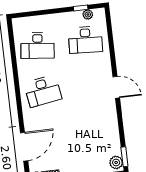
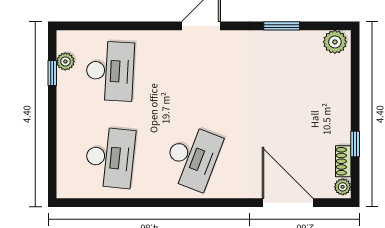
desk: (43, 91) -> (192, 158), turned 30
window: (124, 157) -> (282, 26), moved

